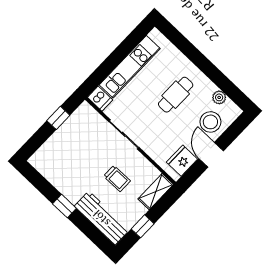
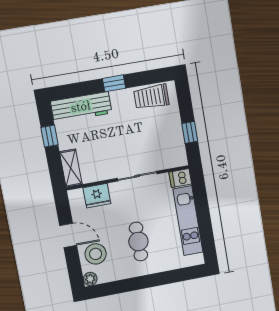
plant: (219, 97) -> (90, 279), moved
fridge: (182, 161) -> (97, 196), moved, turned 90
trolley: (117, 179) -> (151, 97), moved, width x1.36, depth x1.39

